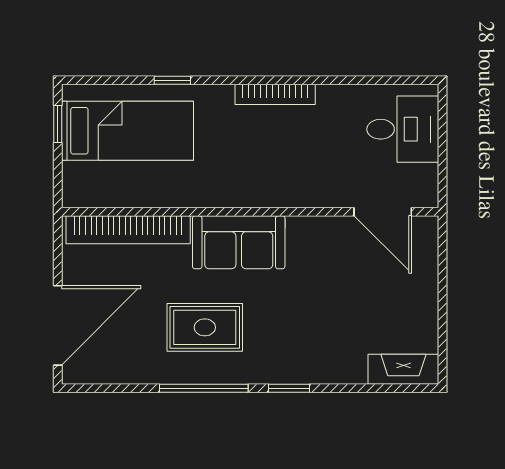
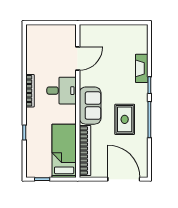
desk: (403, 129) -> (62, 91), moved, turned 90
bed: (127, 131) -> (64, 151), moved
door: (383, 212) -> (78, 59), moved
fireplace: (403, 369) -> (142, 68), moved

